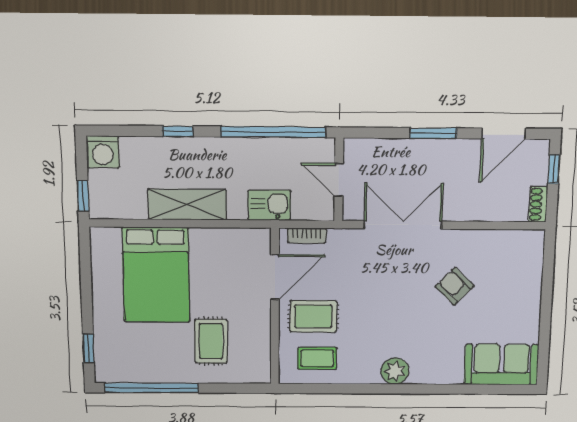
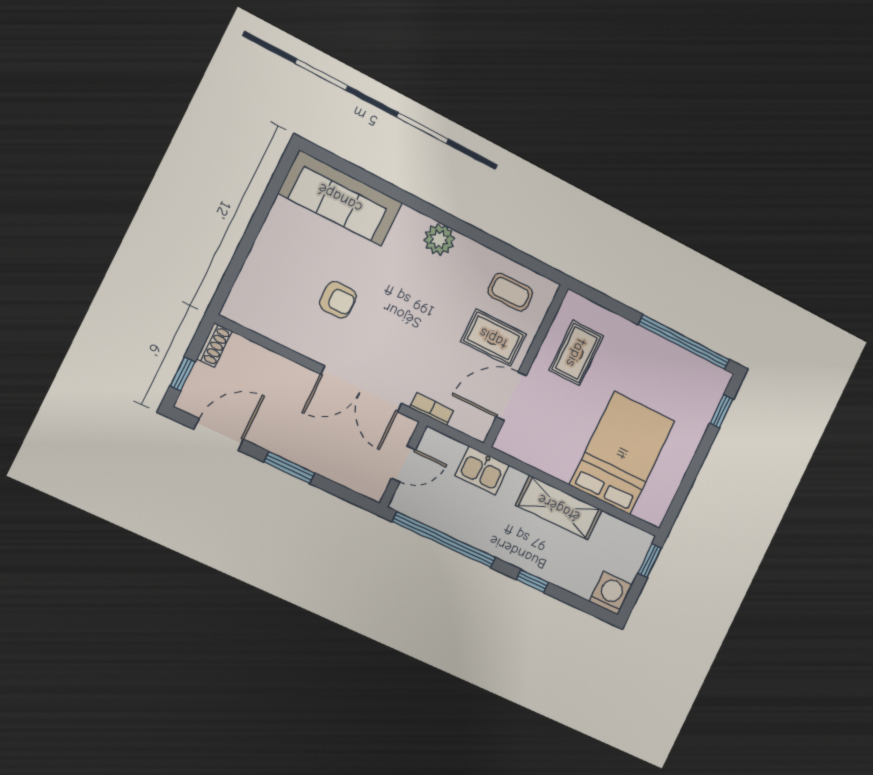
door: (339, 180) -> (403, 464), hinge flipped
bookcase: (307, 236) -> (432, 409), moved
armchair: (455, 286) -> (338, 300), turned -44
rug: (211, 341) -> (576, 353), moved
sofa: (501, 365) -> (340, 198), width x1.36

